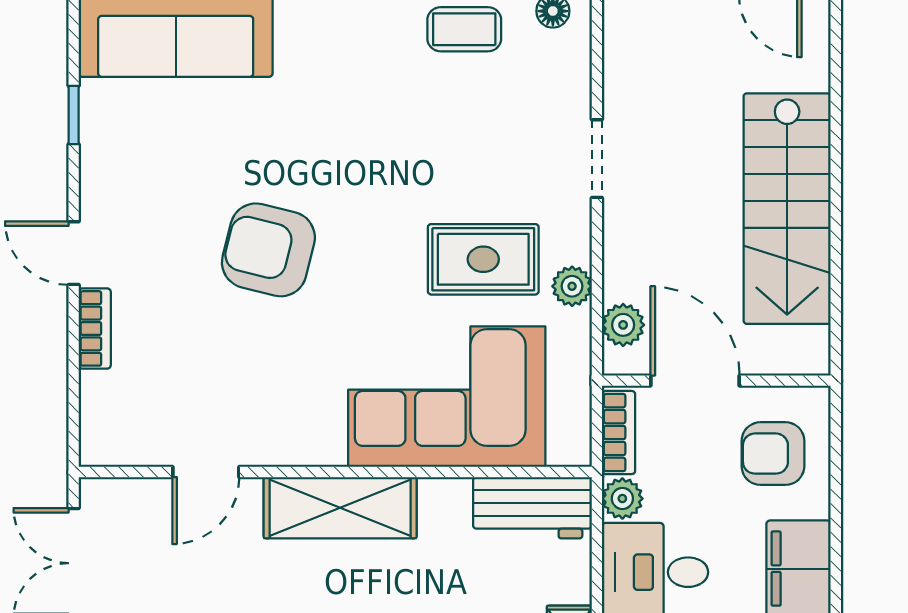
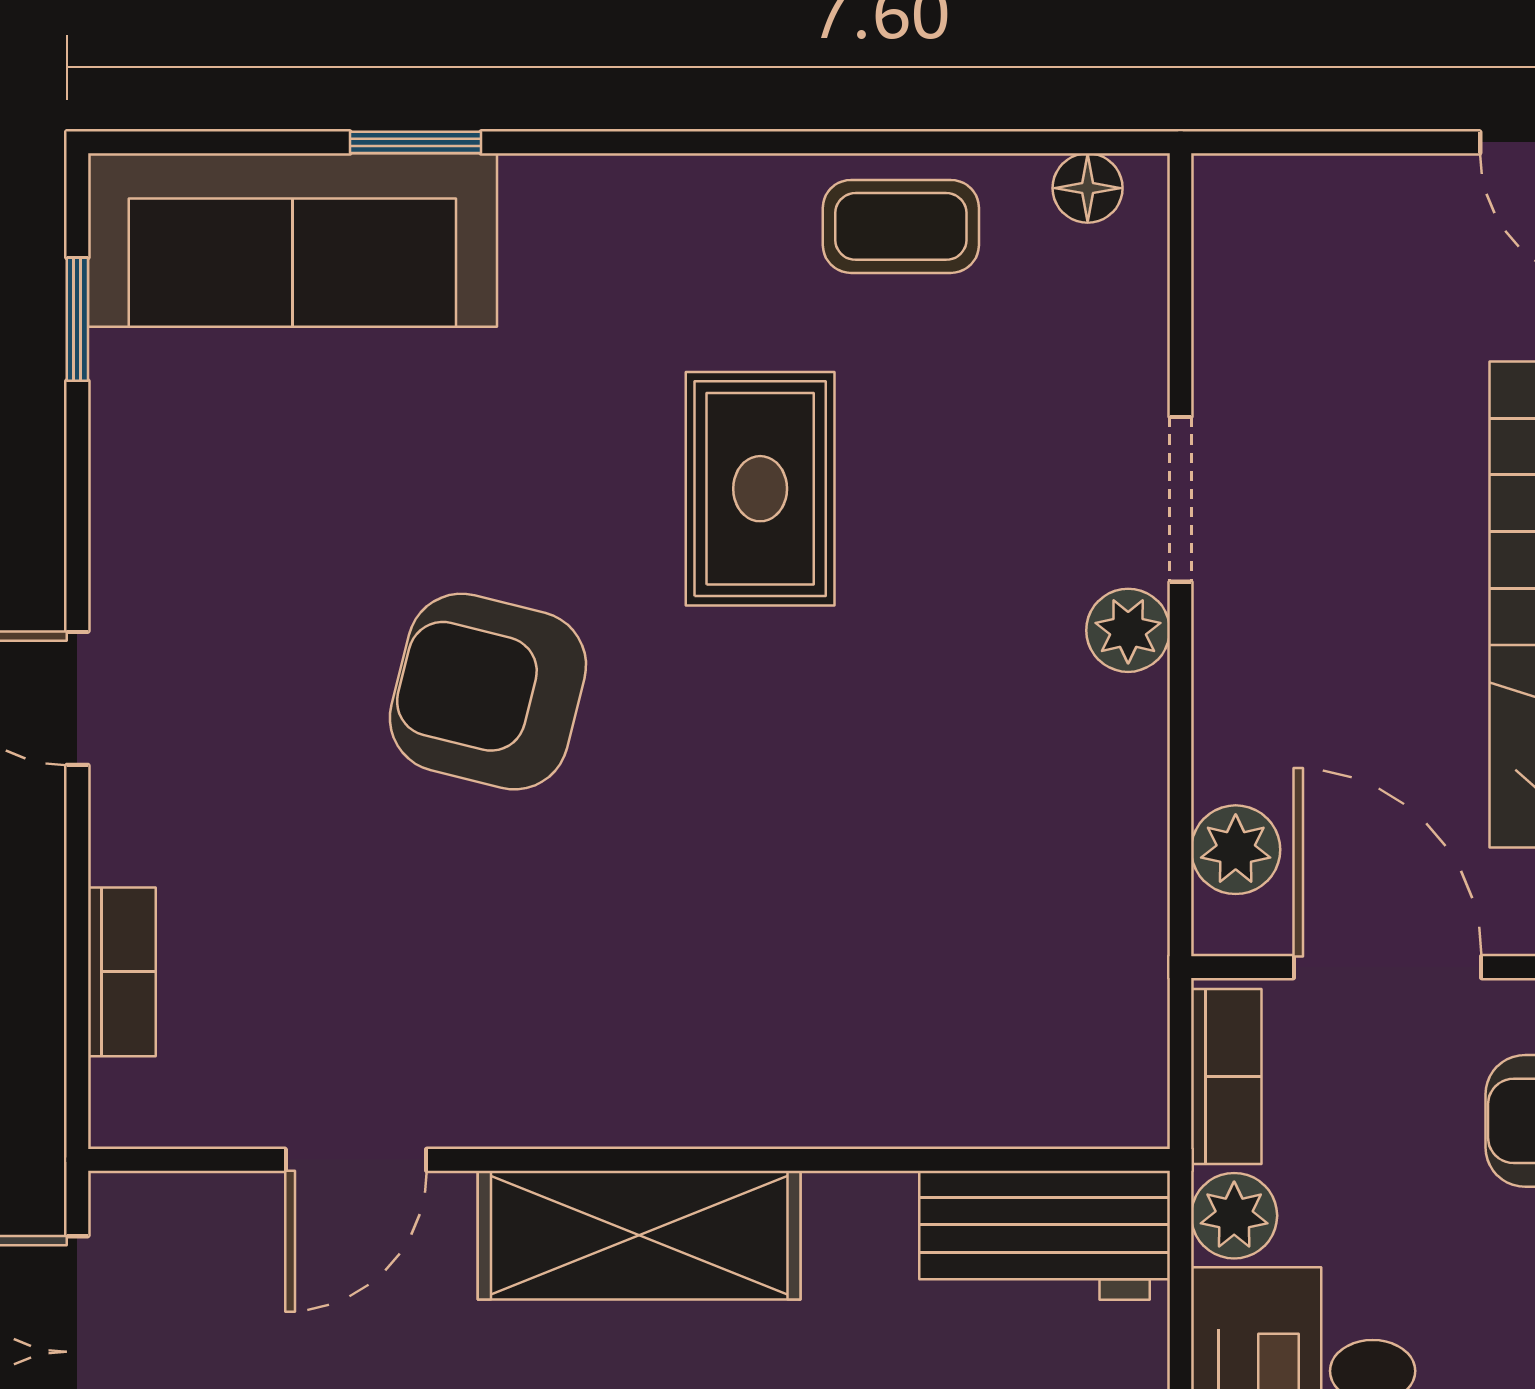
window: (74, 115) -> (77, 319), moved
rug: (483, 259) -> (760, 489), moved, turned 90
plant: (572, 286) -> (1128, 630), moved
bookcase: (95, 328) -> (122, 972), moved
corner sofa: (447, 397) -> (864, 1001), removed

